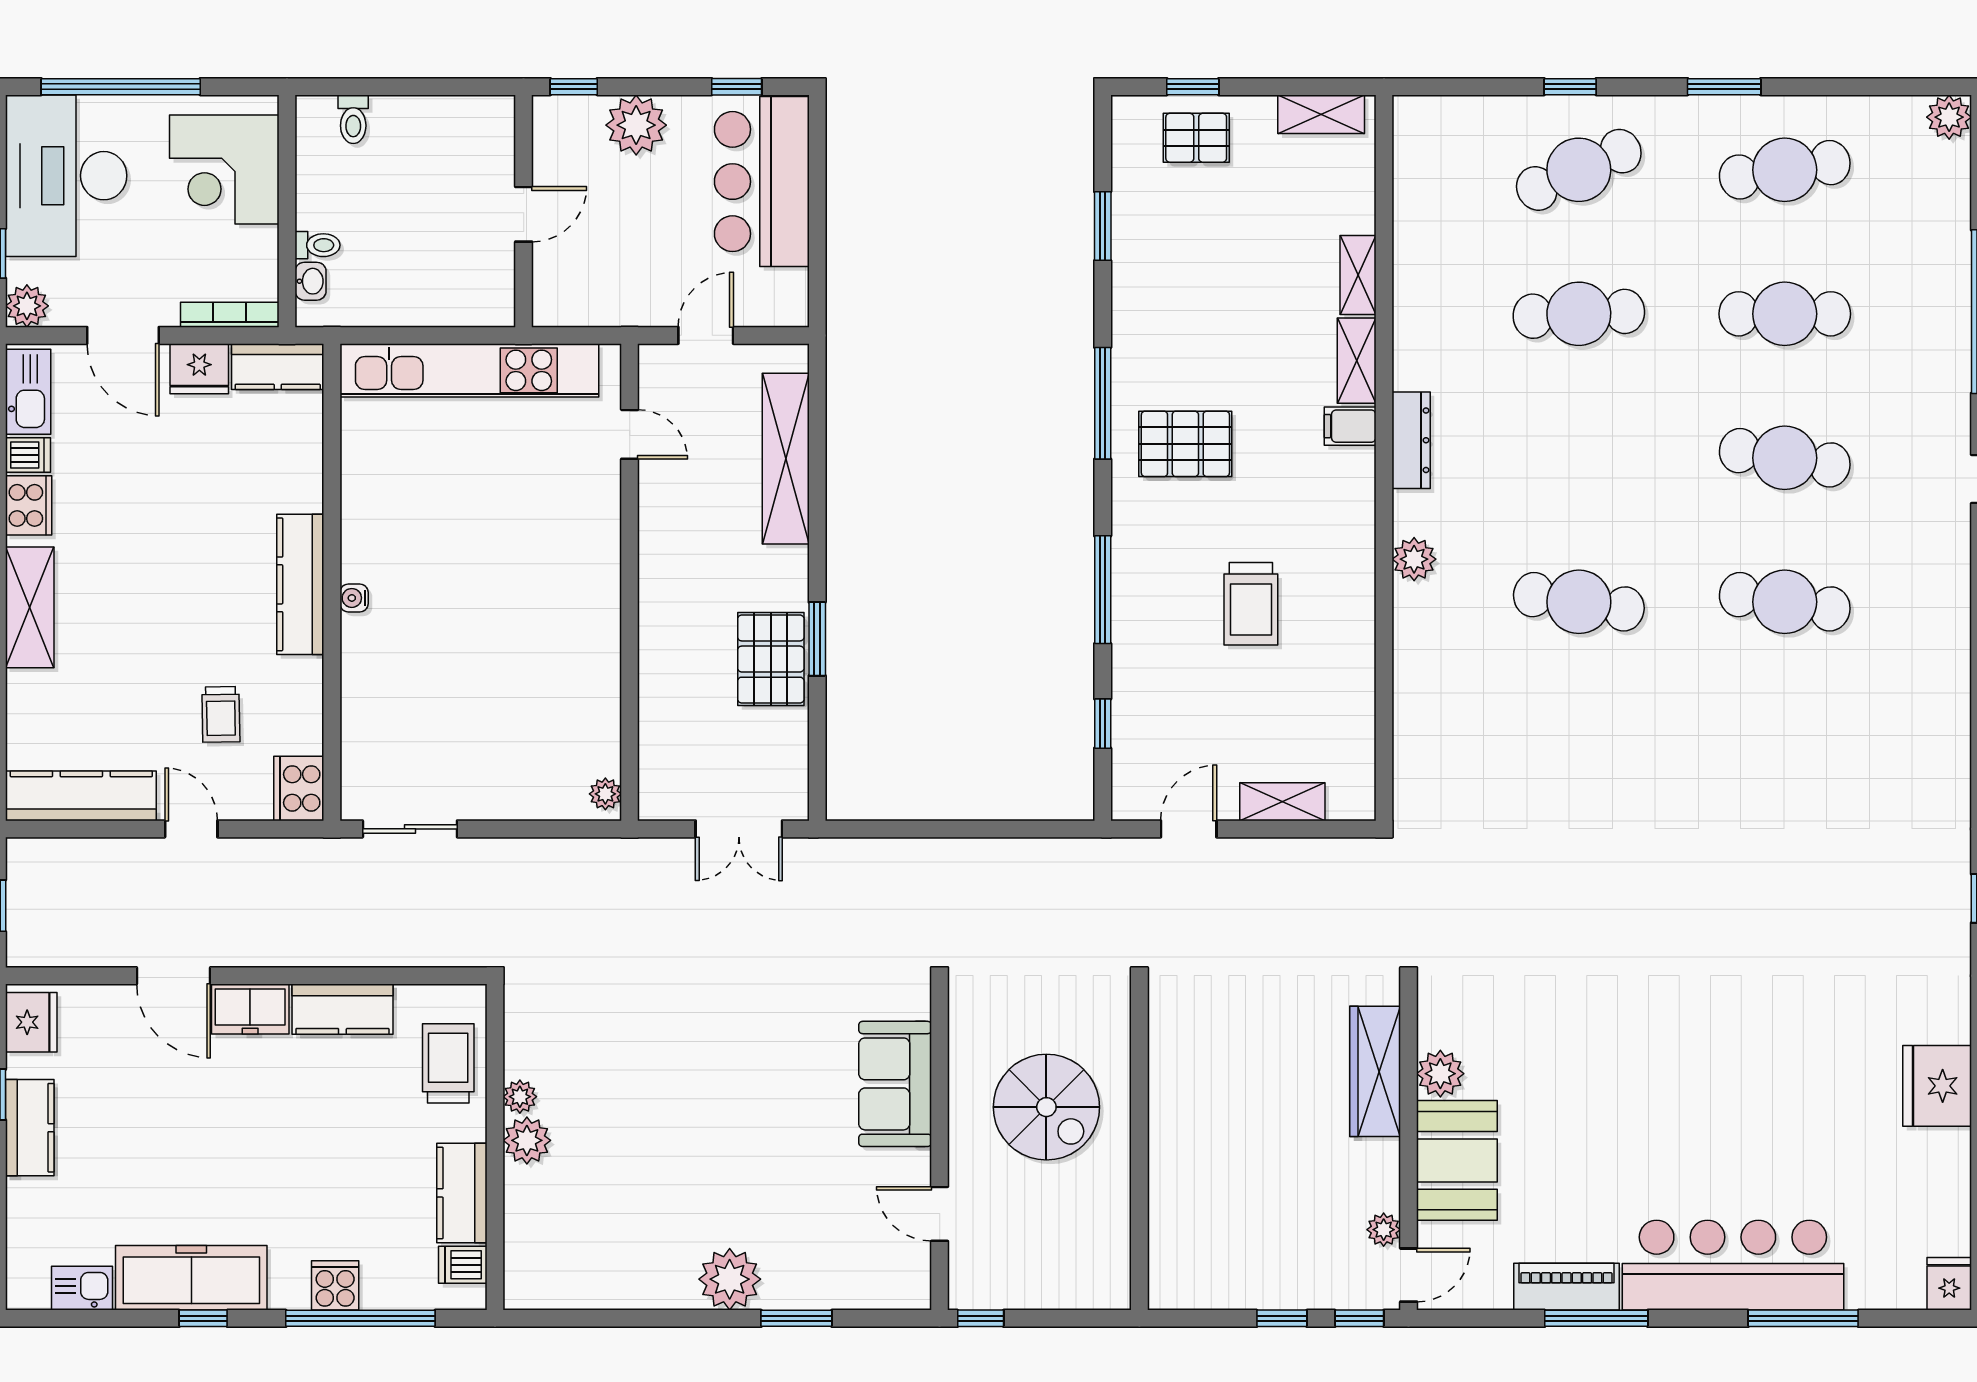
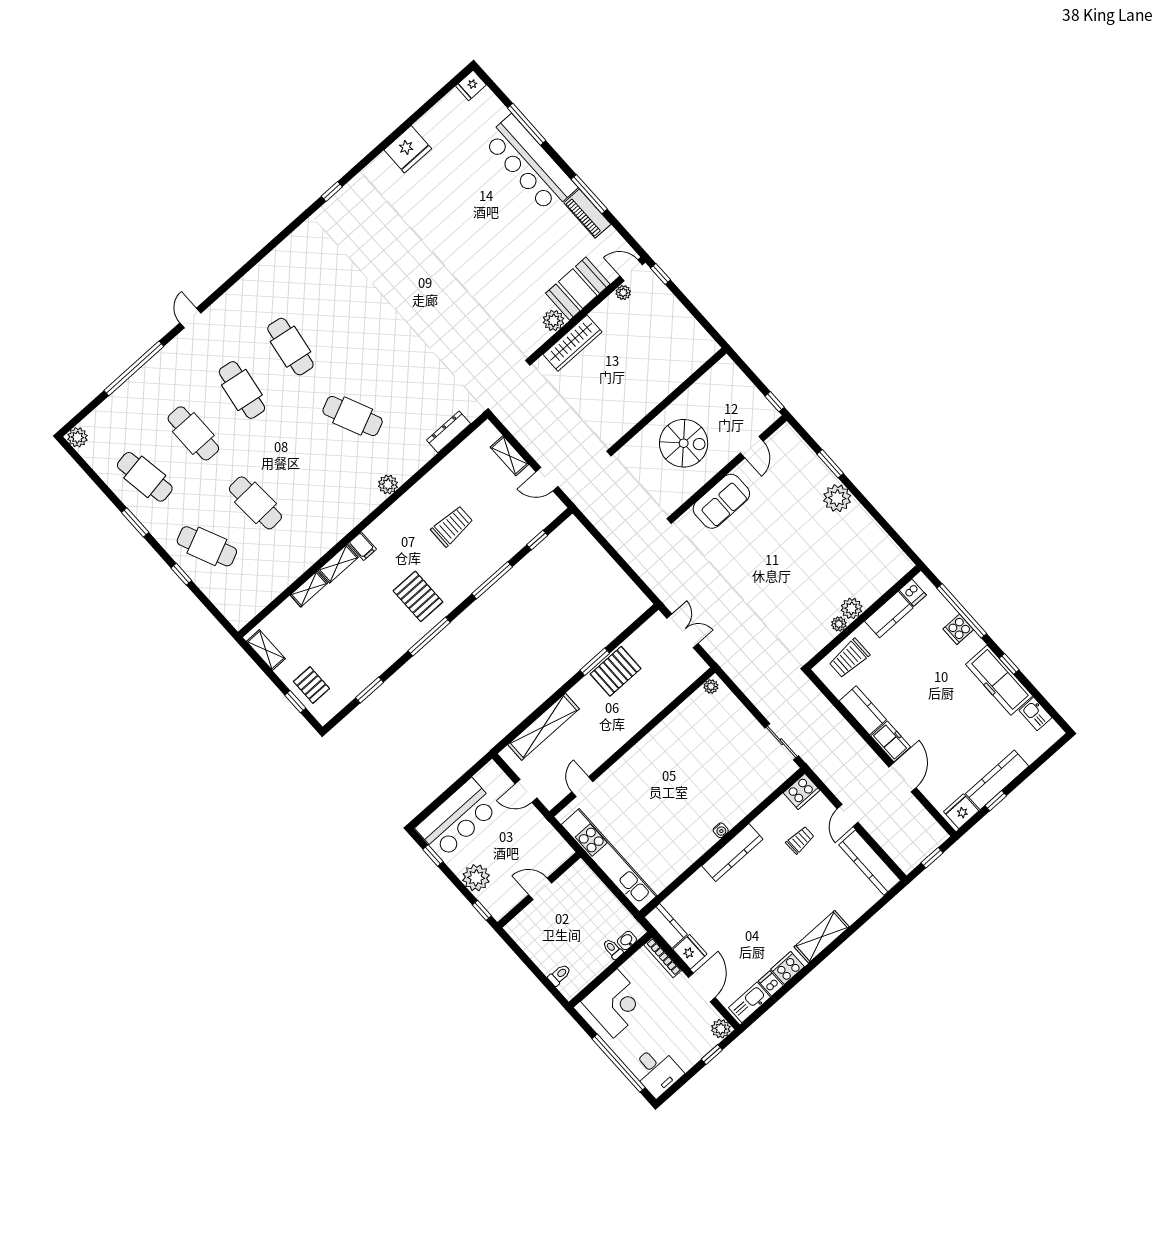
desk: (66, 176) -> (657, 1071), width x0.53, depth x0.77
dresser: (1411, 440) -> (449, 432), moved
cafe table: (1579, 602) -> (353, 416), turned -33
spiral stairs: (1046, 1107) -> (684, 443), turned 90
kitchen counter: (30, 1128) -> (997, 780), width x1.50
window: (1282, 1318) -> (684, 300), removed

